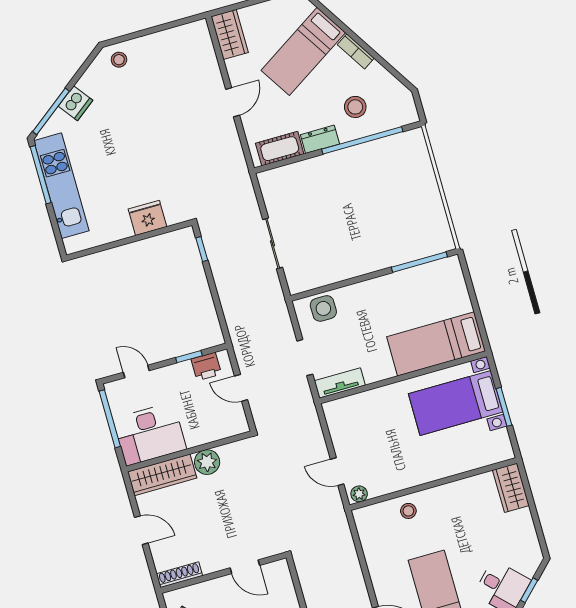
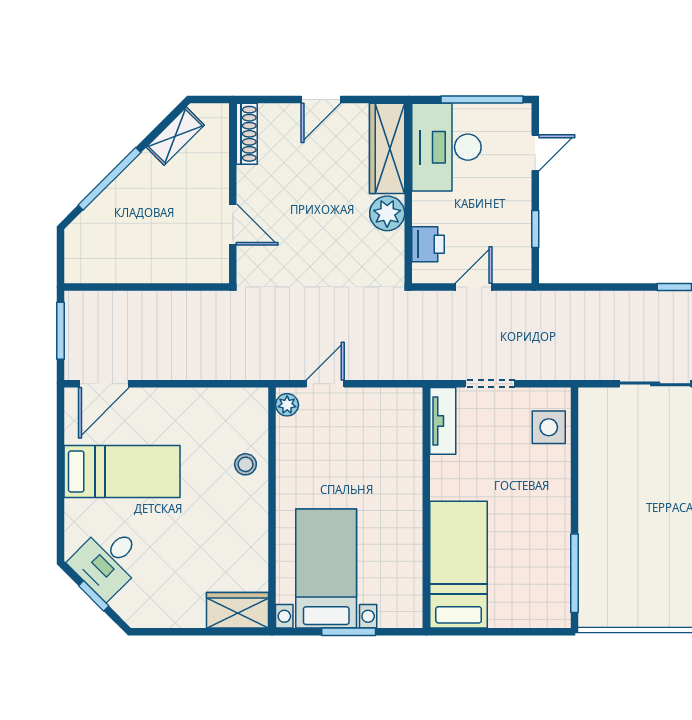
printer: (206, 366) -> (428, 244), moved, turned 180
bed with nightstands: (456, 403) -> (326, 568), moved
door: (245, 567) -> (233, 224), swing flipped

